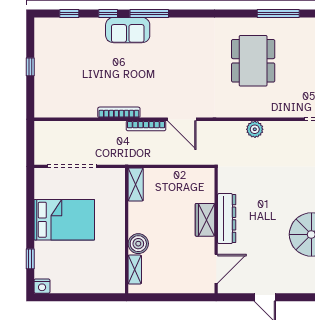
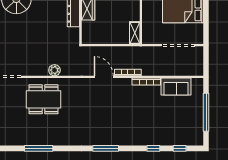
window: (149, 13) -> (106, 148), moved
sofa: (128, 30) -> (176, 87), moved, turned 180
dining table: (253, 61) -> (43, 99), moved, turned 90
window: (30, 67) -> (206, 112), width x3.17

